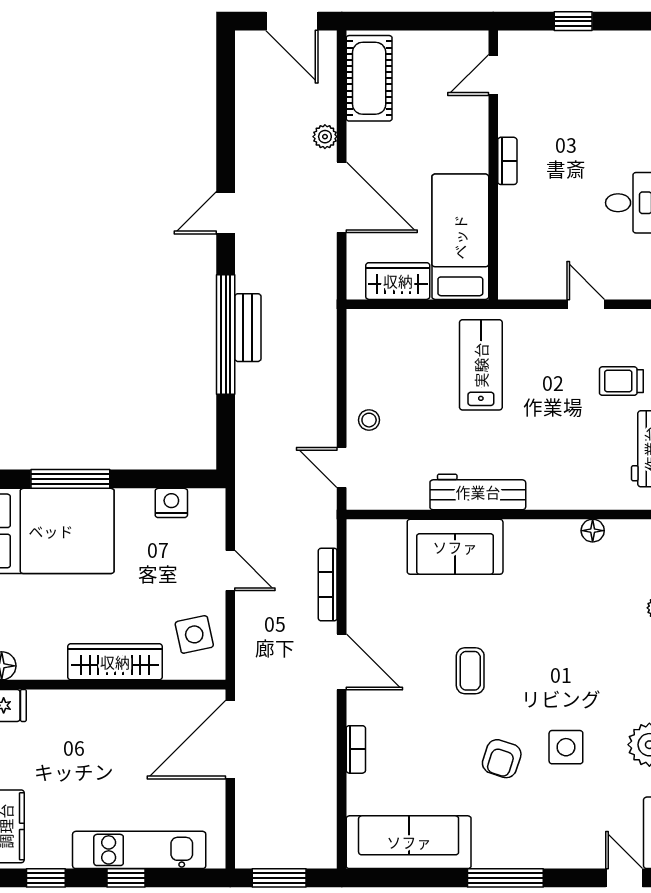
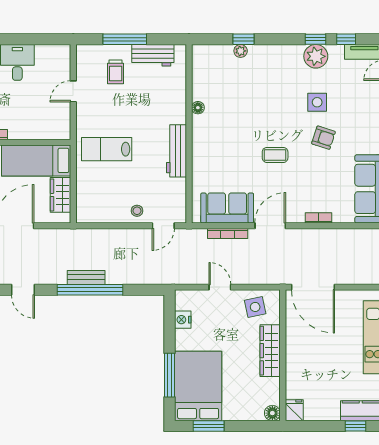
floor lamp: (593, 531) -> (198, 108), moved
sofa: (455, 547) -> (227, 208), moved, turned -90
door: (230, 571) -> (220, 287), hinge flipped

